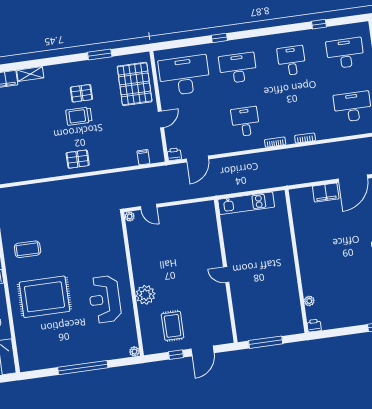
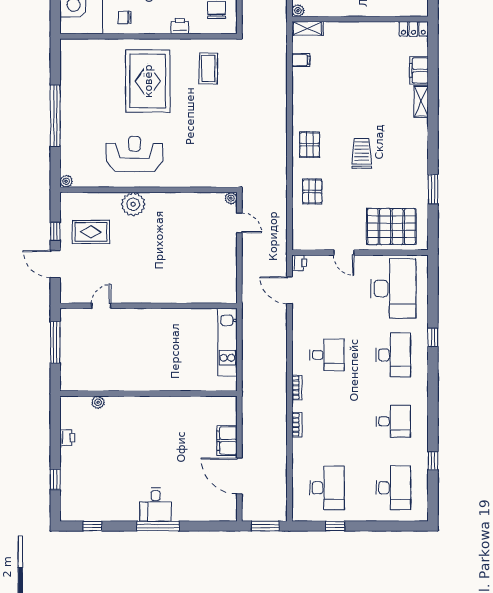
pallet: (81, 93) -> (312, 192), moved
filing cabinet: (143, 157) -> (301, 60), moved
door: (149, 207) -> (239, 223), swing flipped
door: (226, 275) -> (101, 306), moved
printer: (314, 326) -> (67, 438), moved

